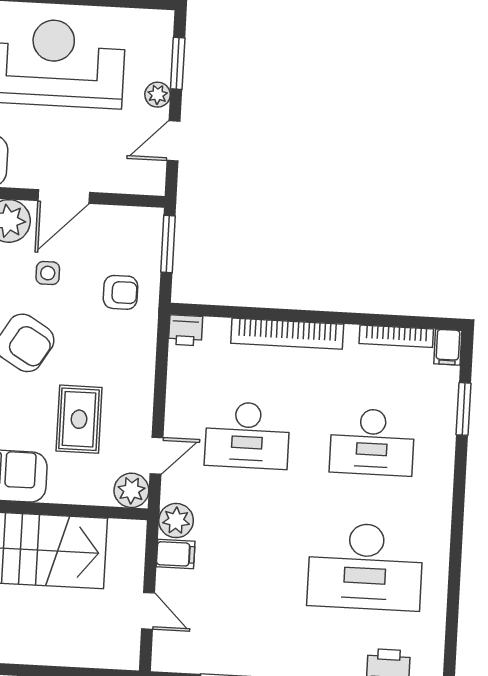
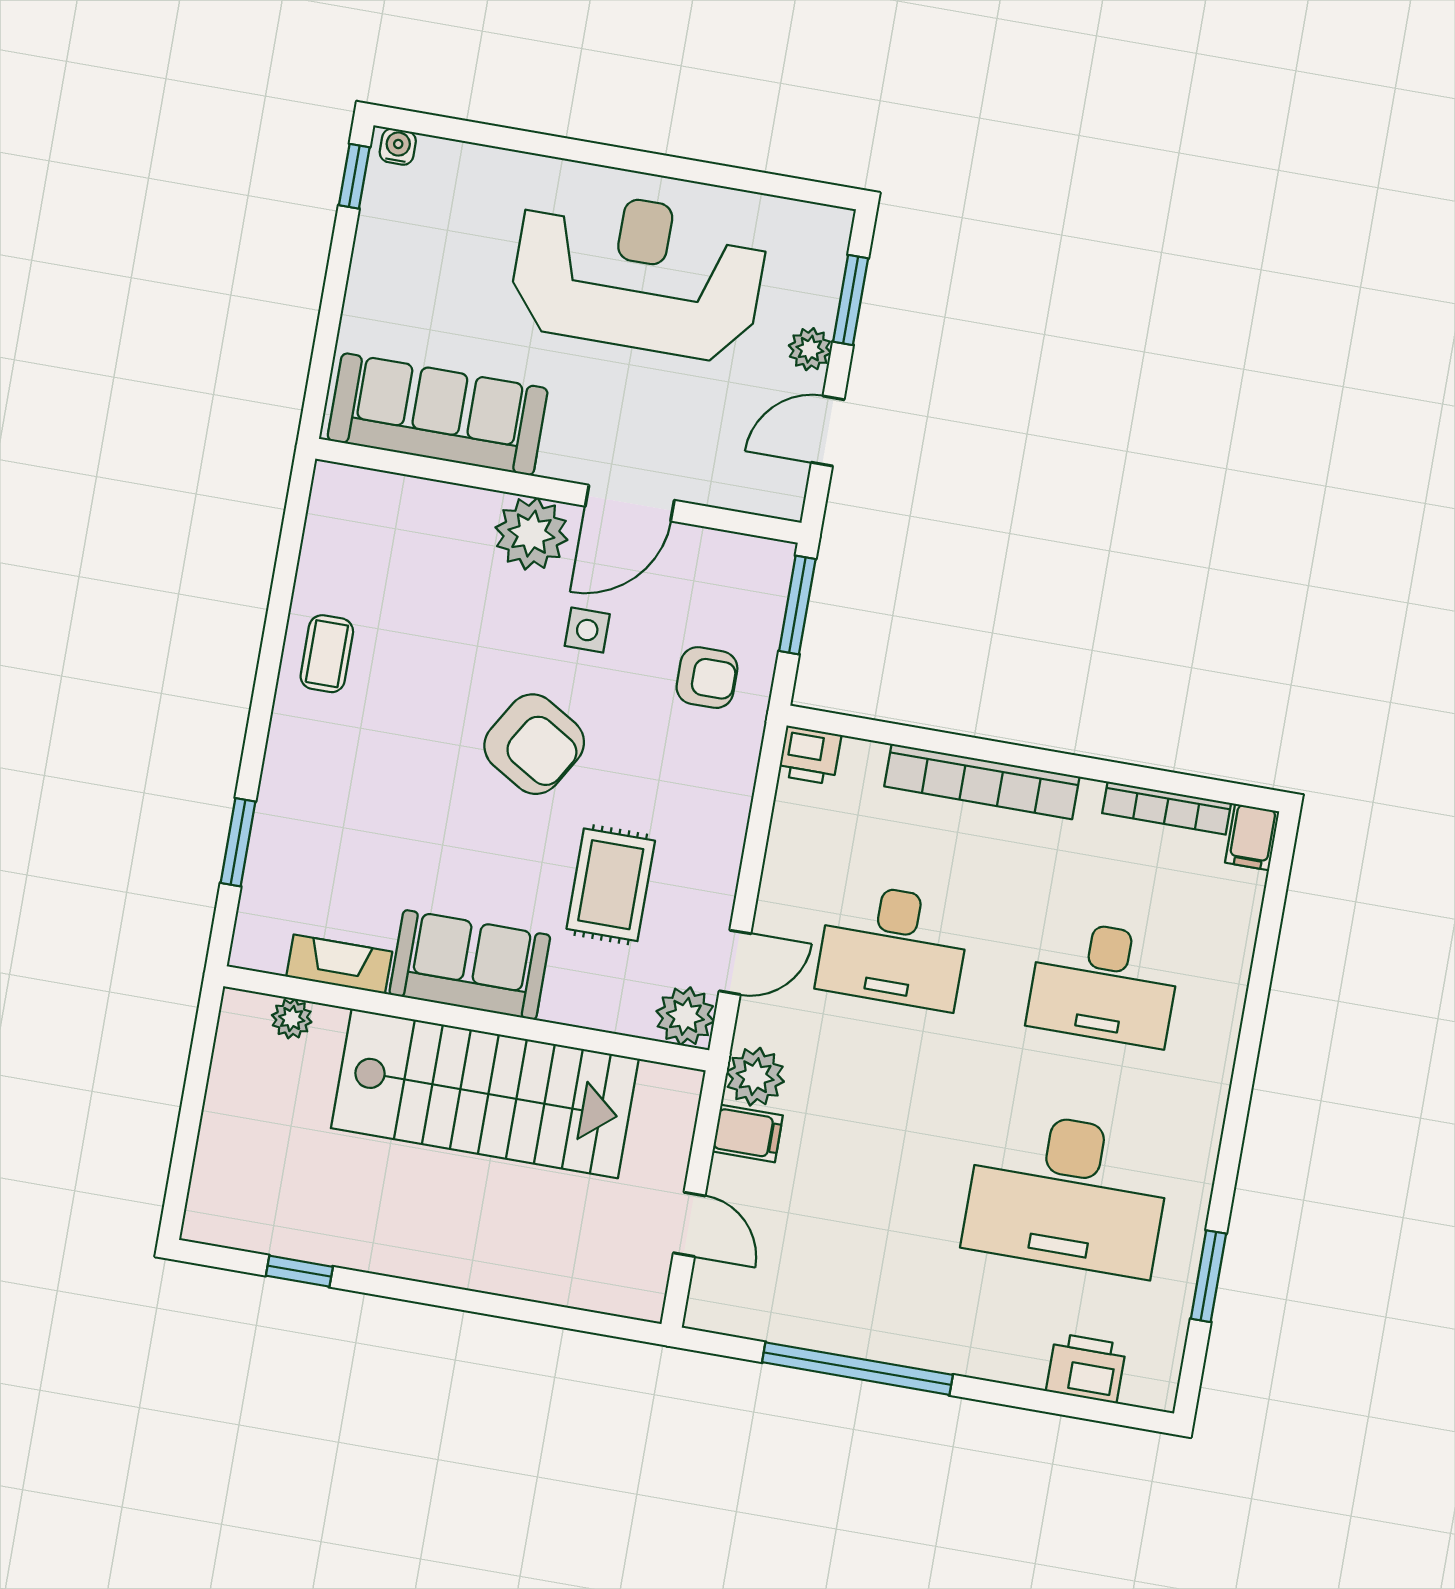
window: (464, 409) -> (1208, 1276), moved

